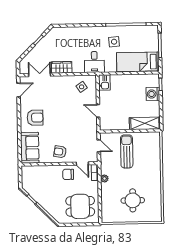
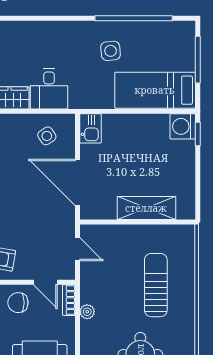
desk: (94, 62) -> (49, 89), moved
washing machine: (153, 94) -> (183, 126), moved
door: (98, 111) -> (77, 182), width x1.87
shelving: (145, 123) -> (146, 208), moved
sun lounger: (127, 151) -> (156, 285), moved

